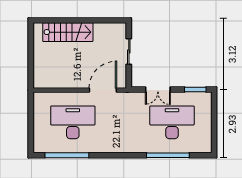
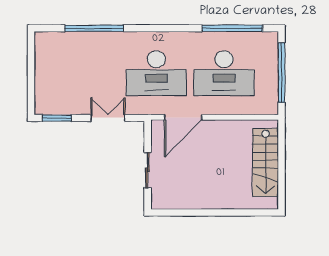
stairs: (68, 32) -> (265, 162), moved, turned -90
desk: (172, 122) -> (156, 73), moved
window: (31, 123) -> (282, 73), added

